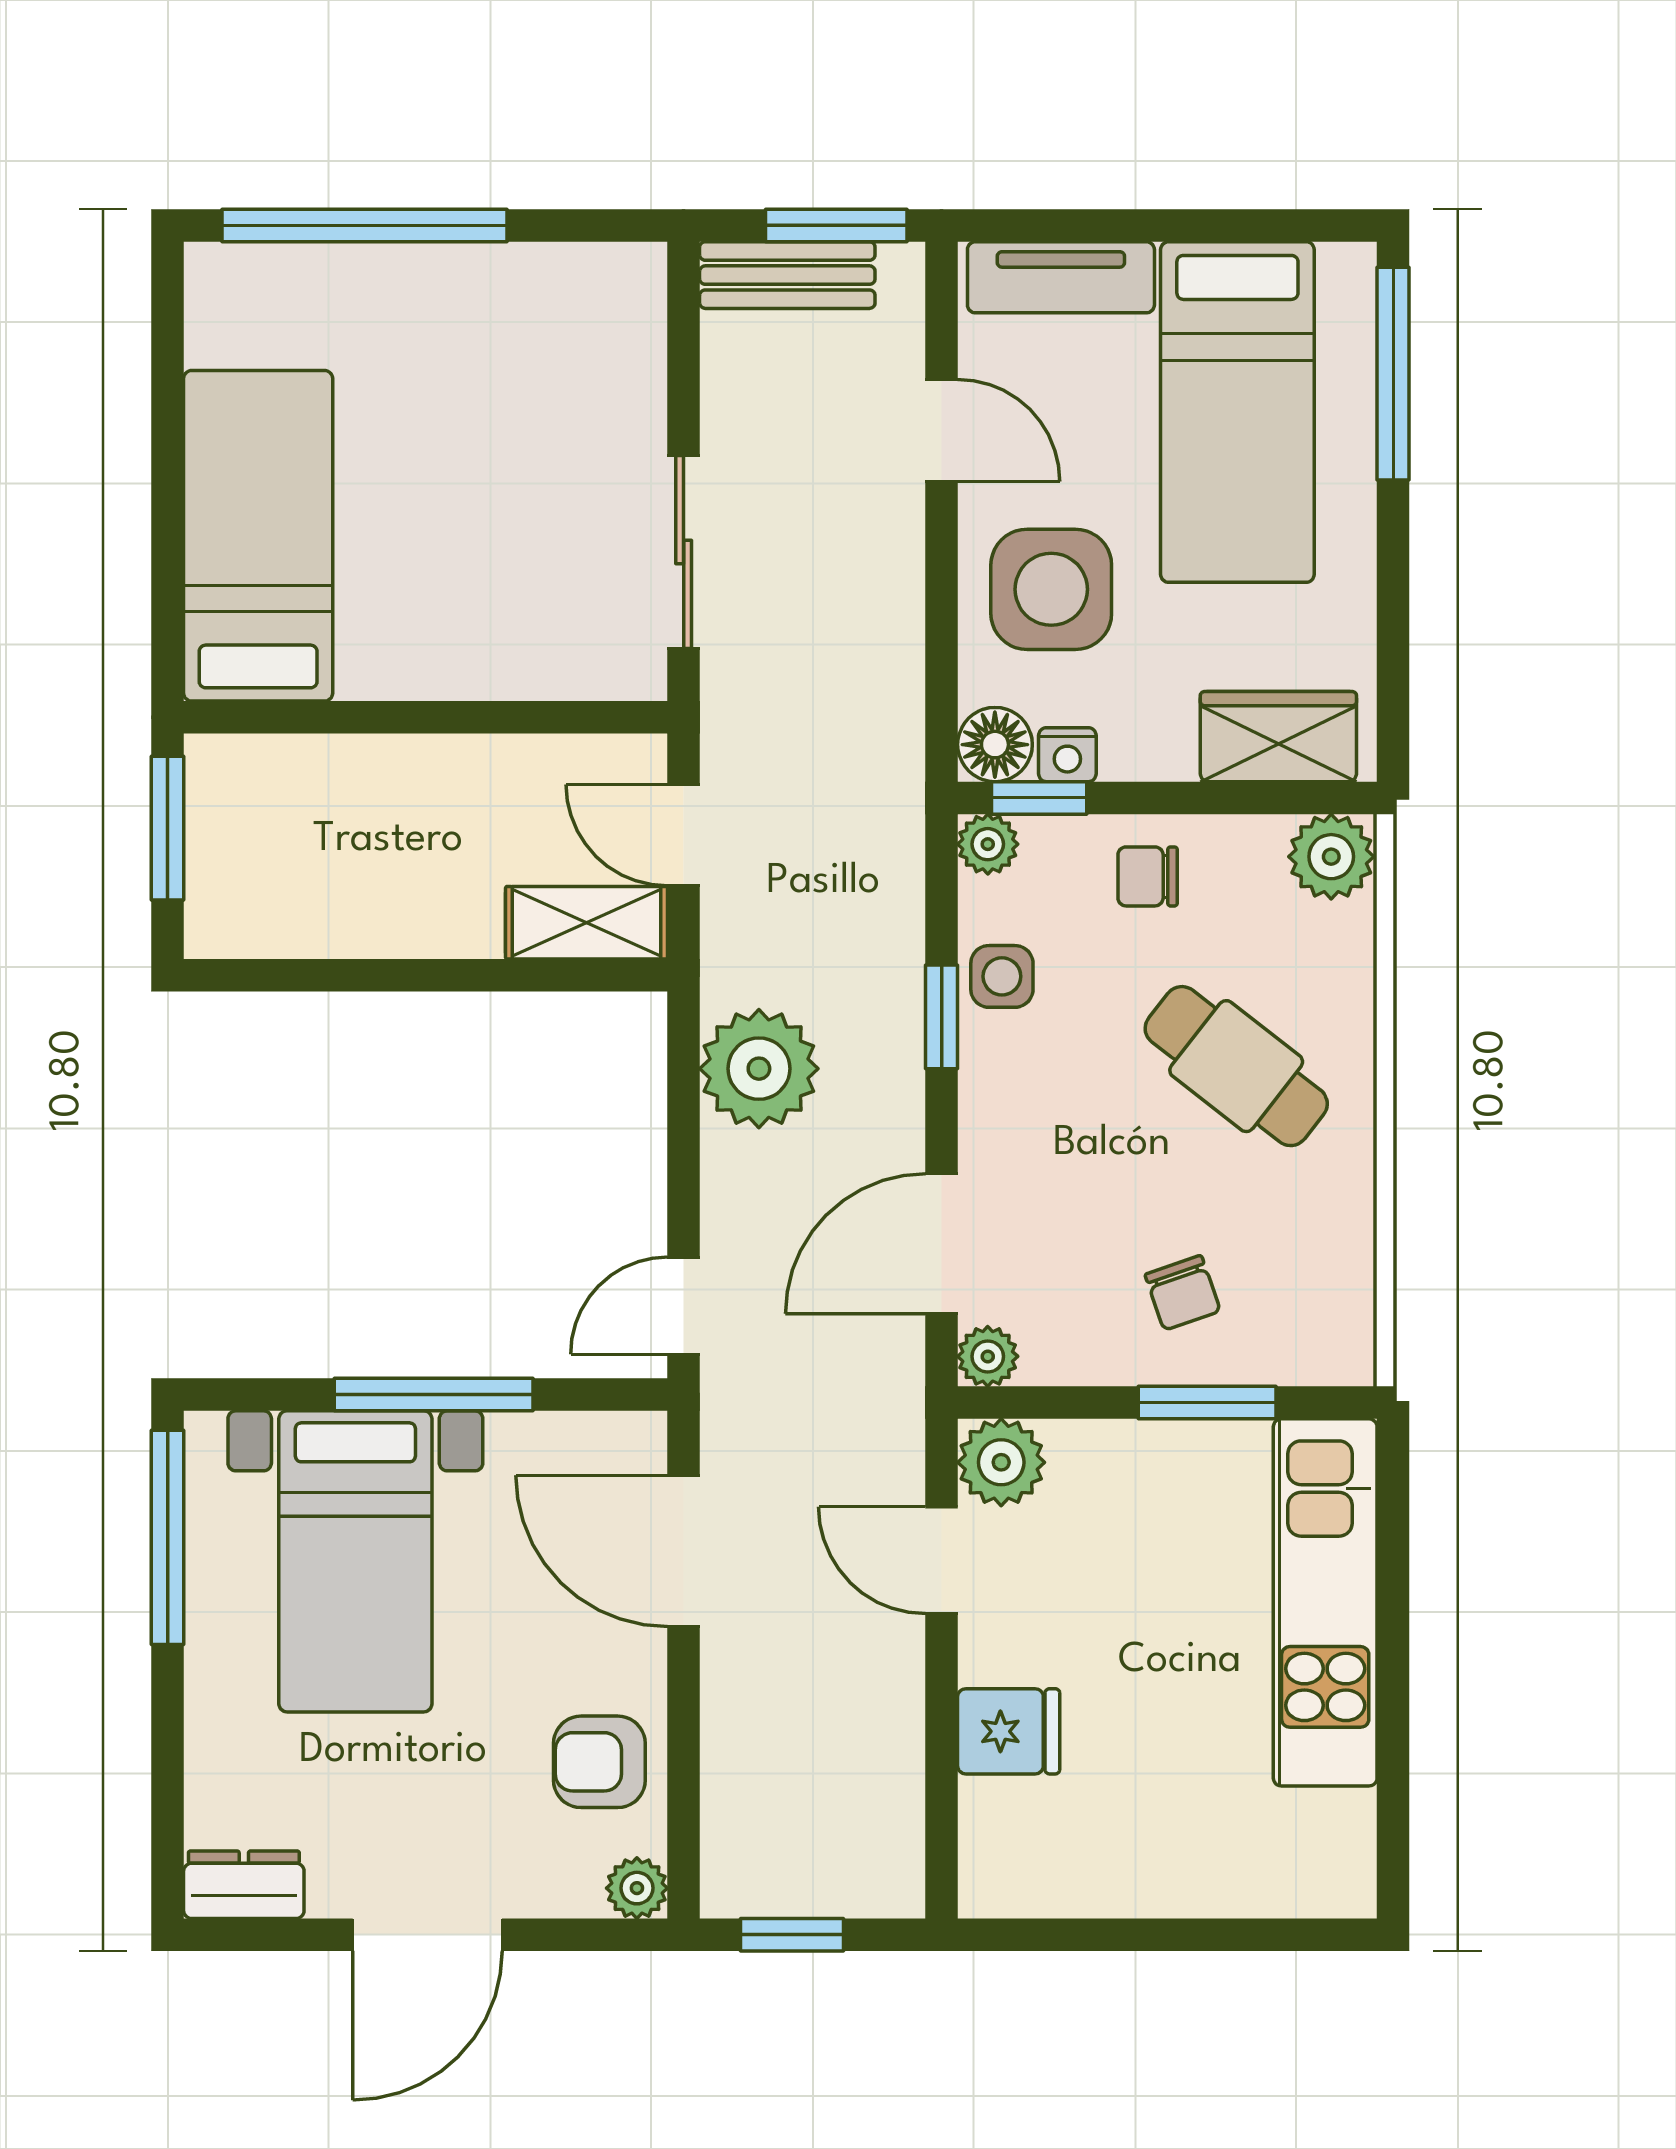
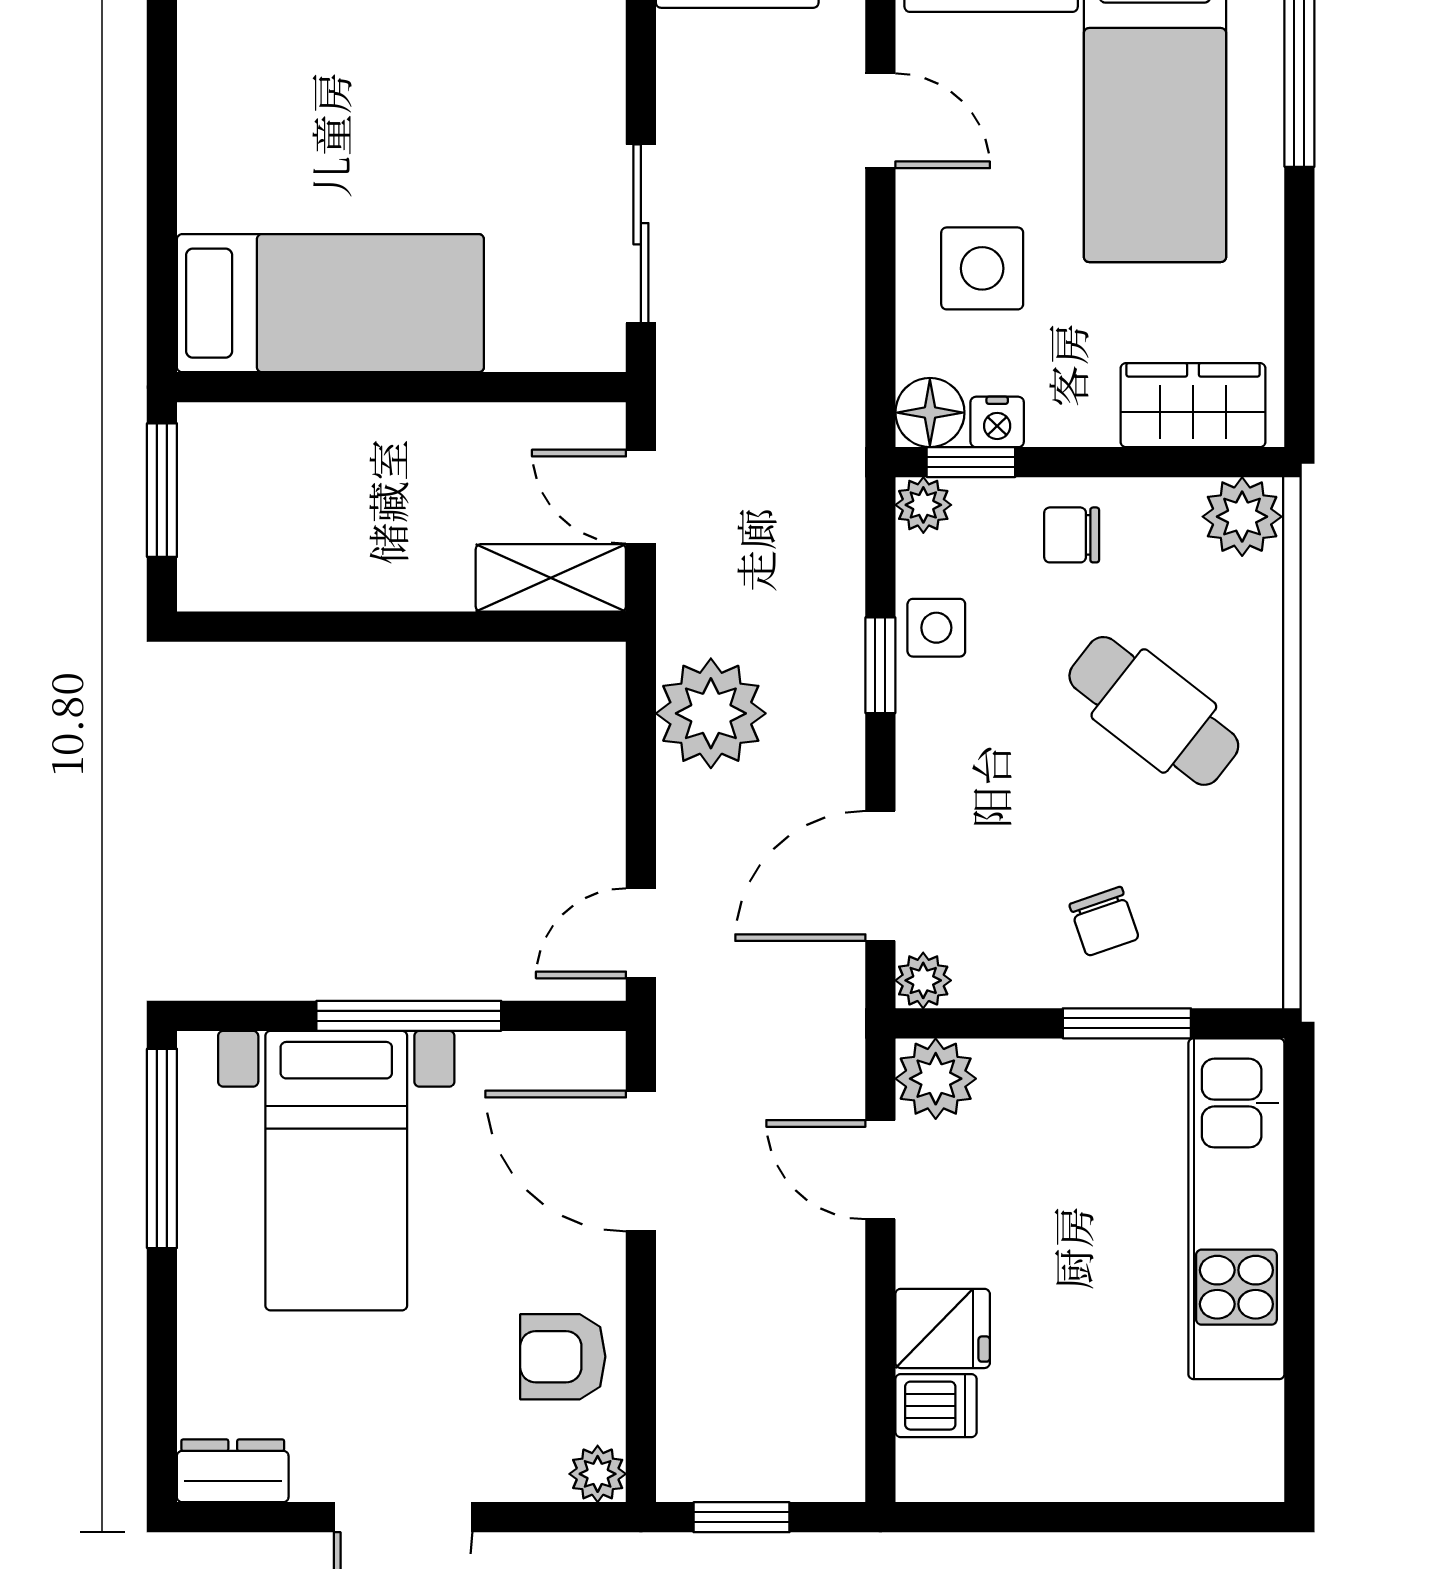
bed: (258, 536) -> (330, 303), moved, turned 90
side table: (1051, 589) -> (982, 268), width x0.73, depth x0.73
dishwasher: (1001, 1814) -> (936, 1406), added

